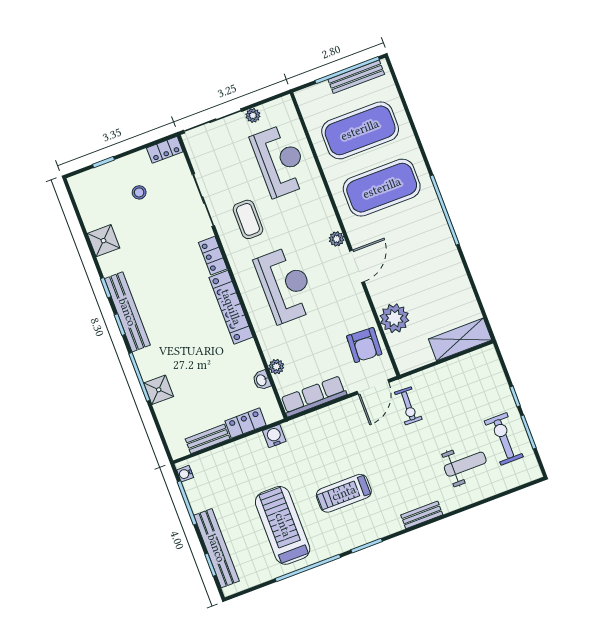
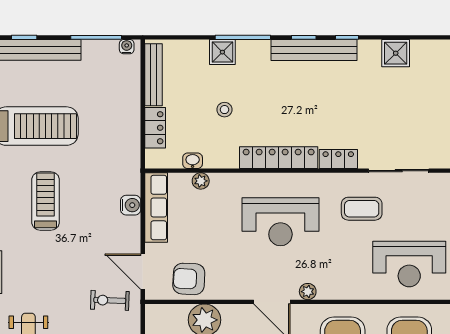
stool: (139, 192) -> (224, 110), moved
water cooler: (274, 436) -> (131, 205), moved
bench: (208, 439) -> (153, 75), width x1.36

